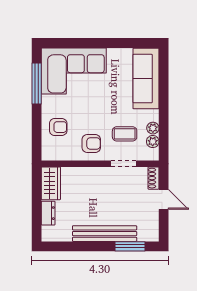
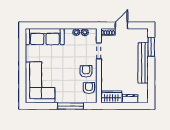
window: (37, 83) -> (70, 106), moved
armchair: (58, 127) -> (89, 88), moved
coffee table: (125, 134) -> (80, 50), removed

